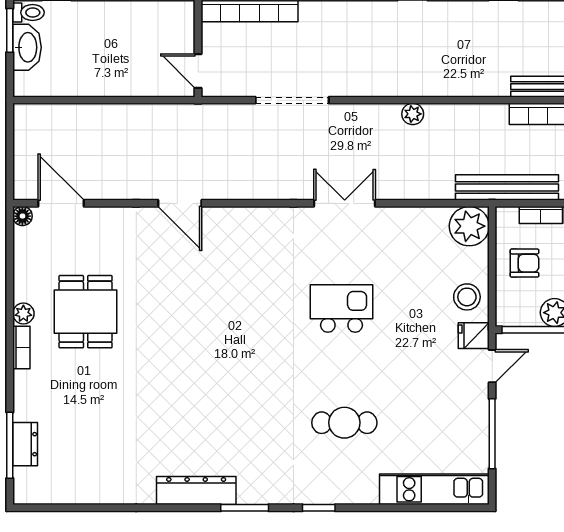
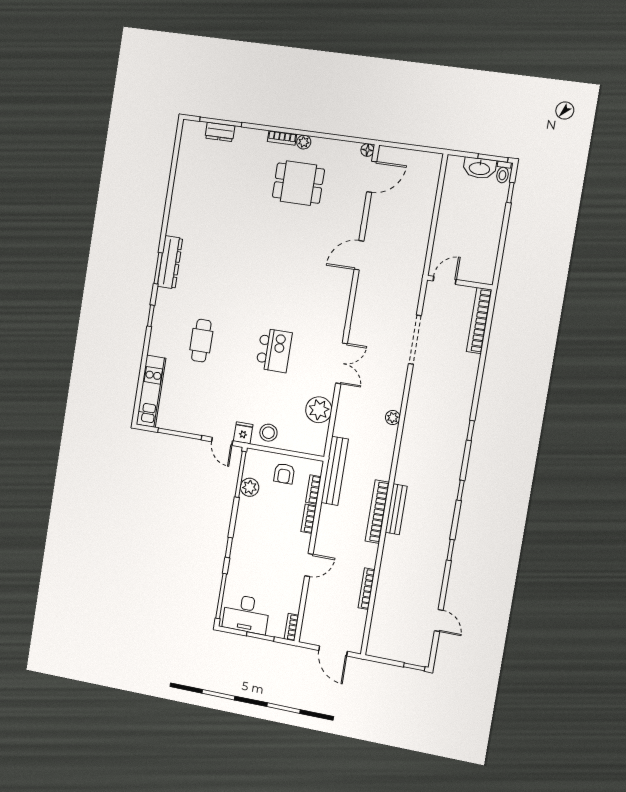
plant: (469, 226) -> (319, 410), moved
dresser: (196, 490) -> (170, 262), moved

